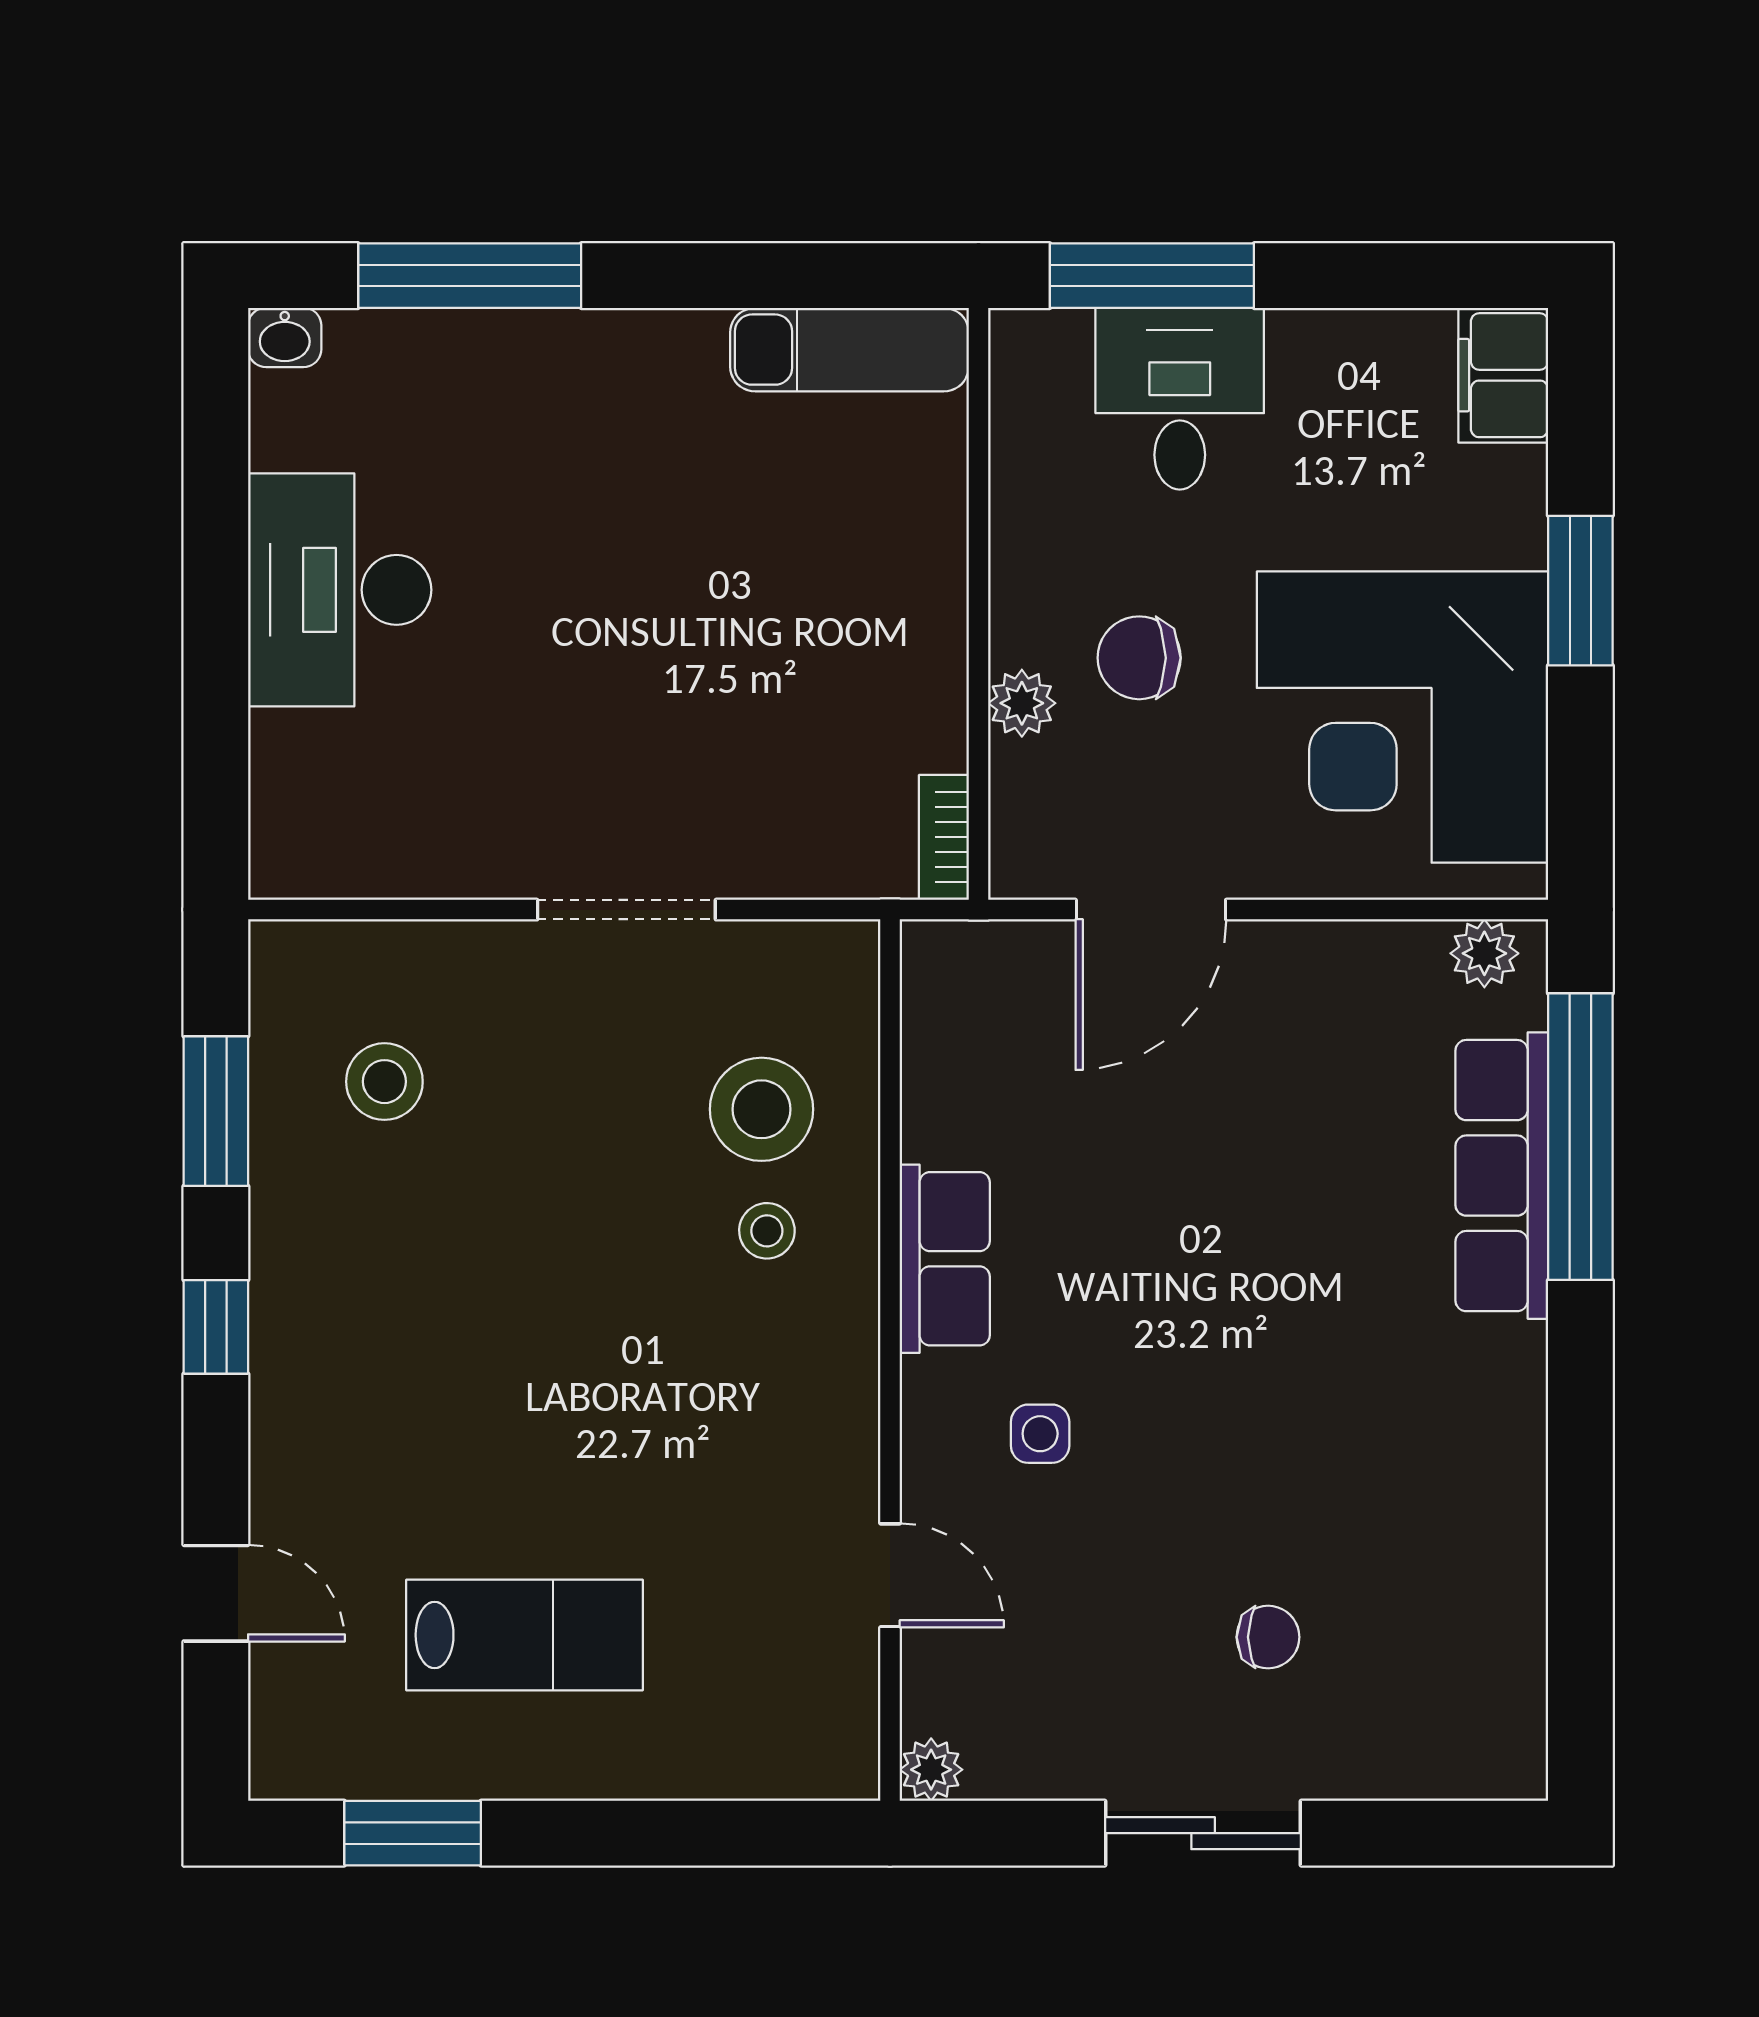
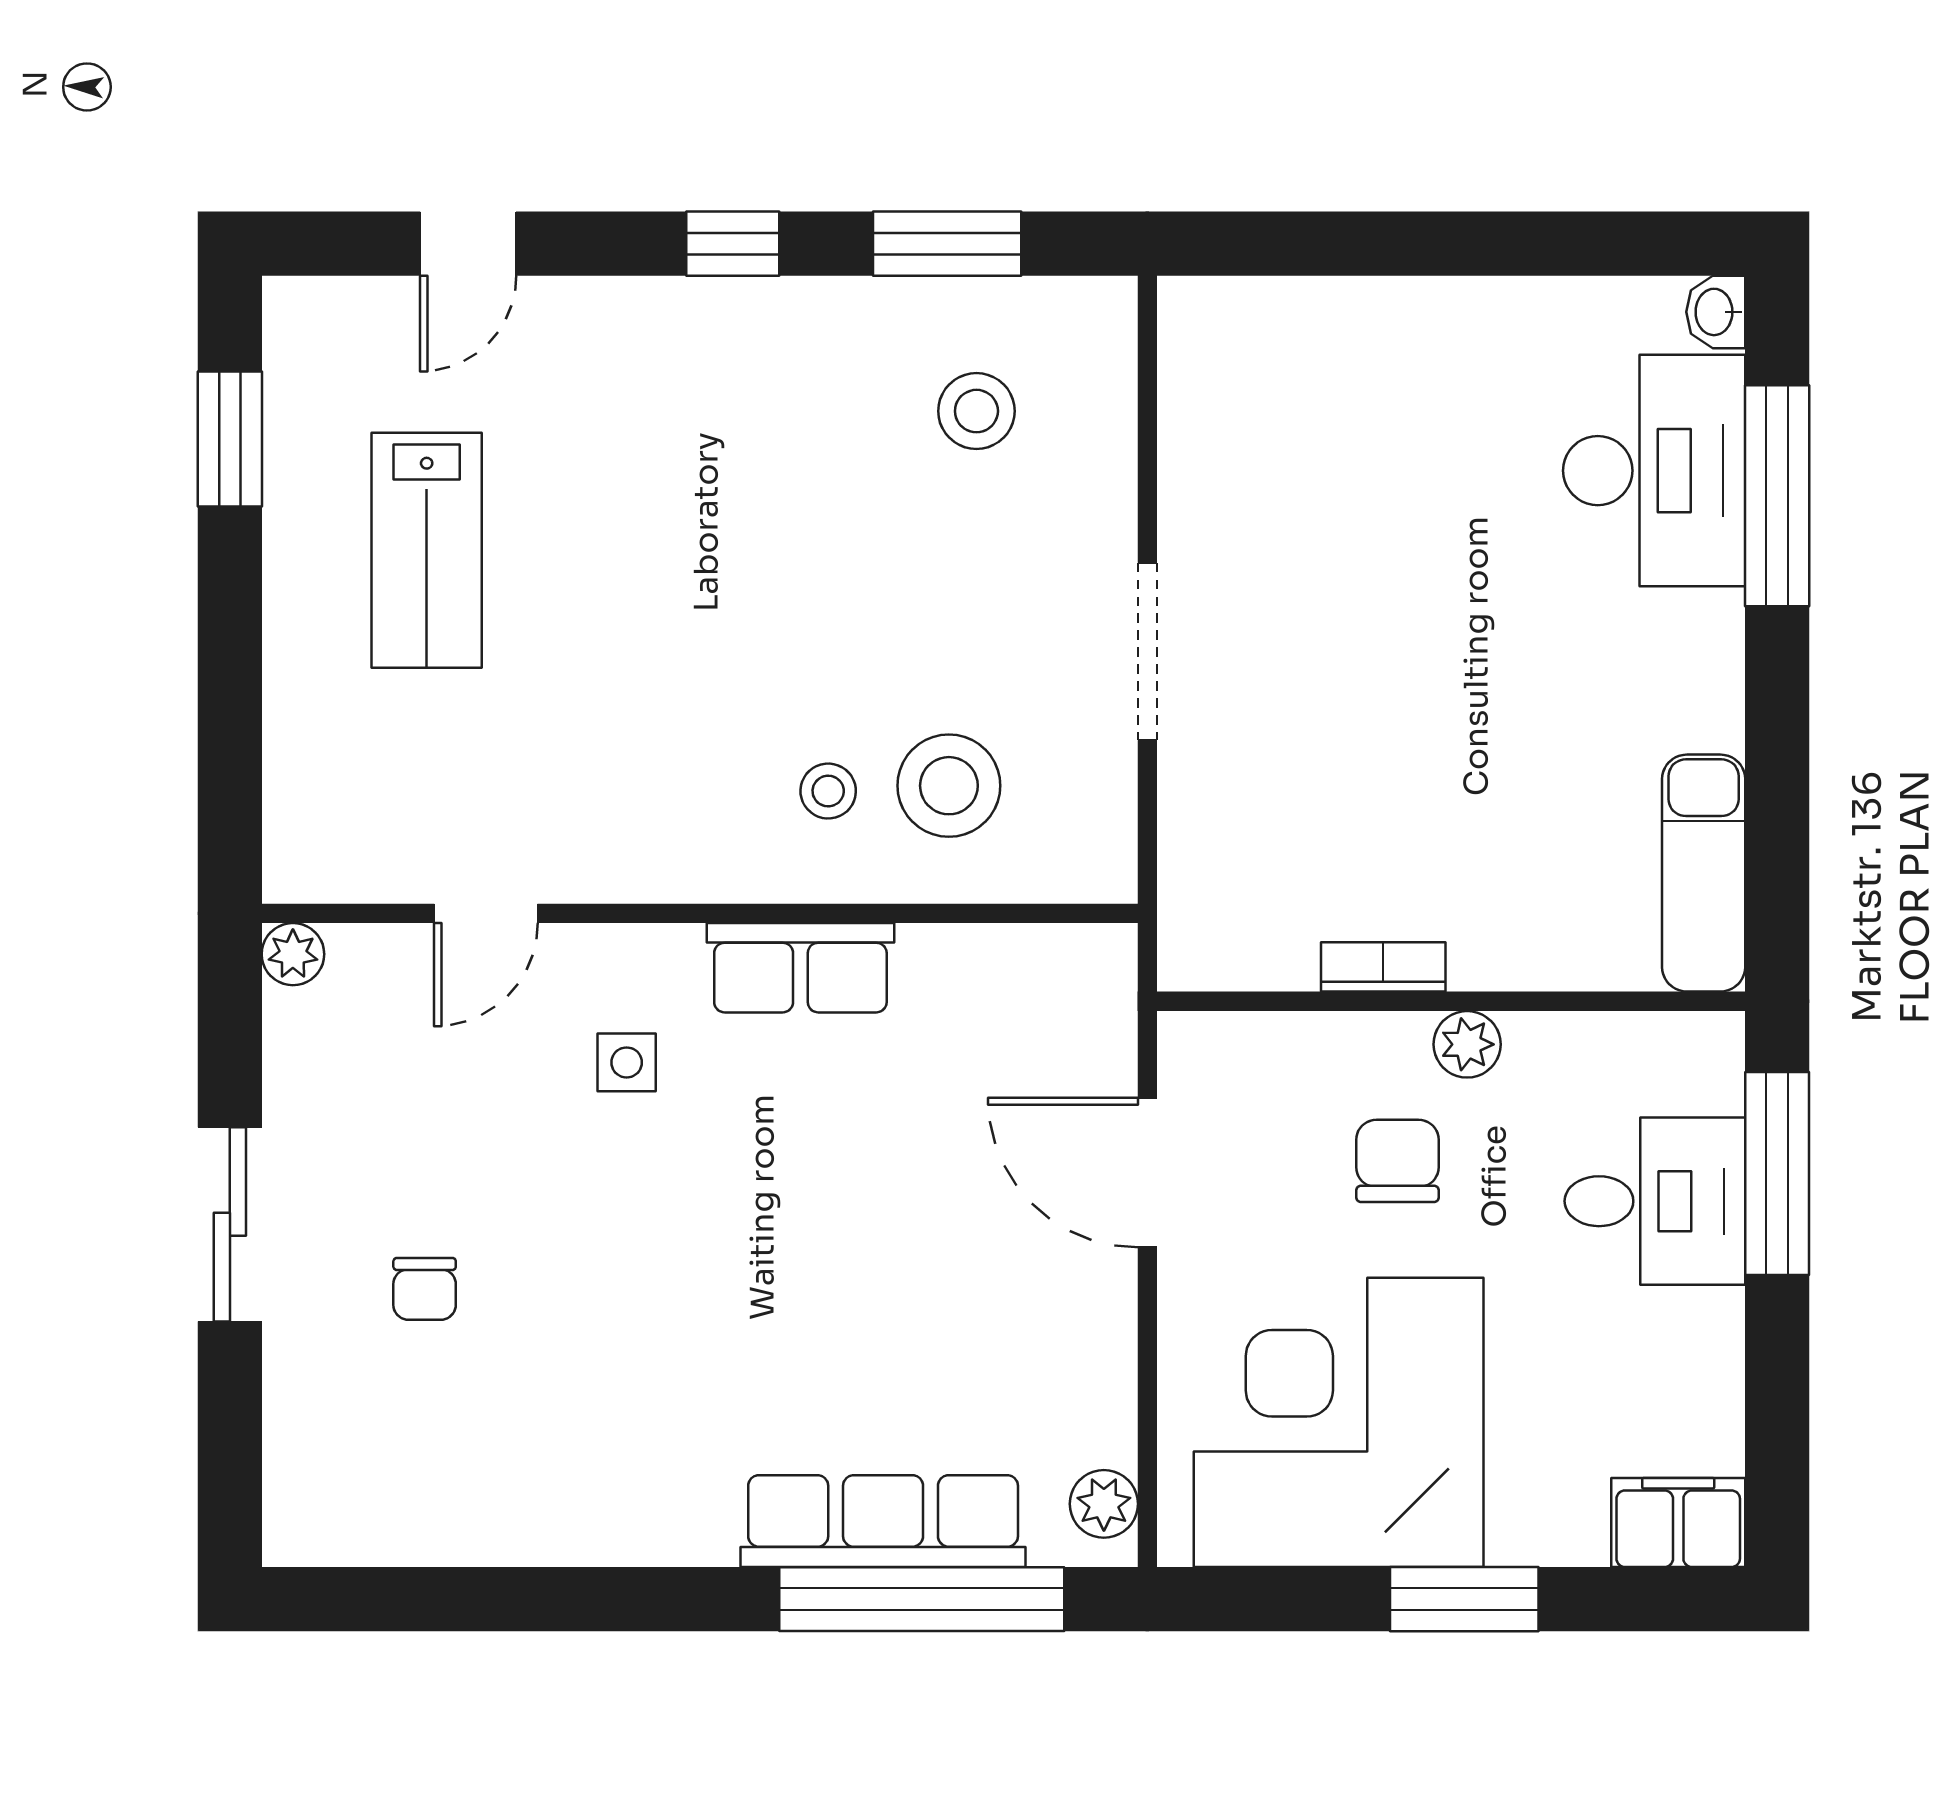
desk: (340, 590) -> (1654, 471), moved, turned 90
plant: (1022, 703) -> (1467, 1044), moved
bookcase: (944, 837) -> (1383, 967), moved

